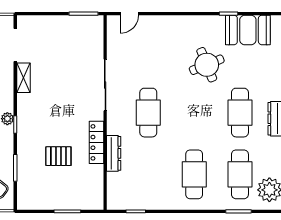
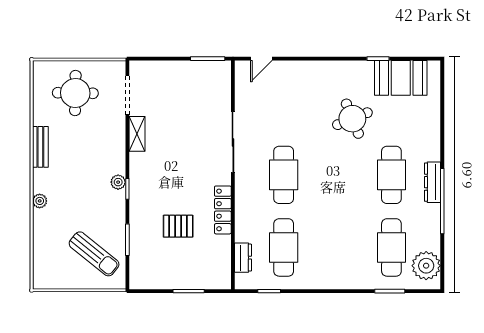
dresser: (114, 153) -> (243, 258), moved, width x0.70
cafe table: (194, 174) -> (284, 247), moved

